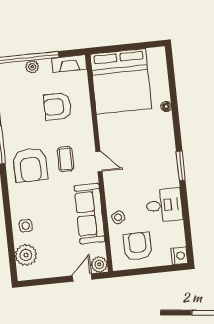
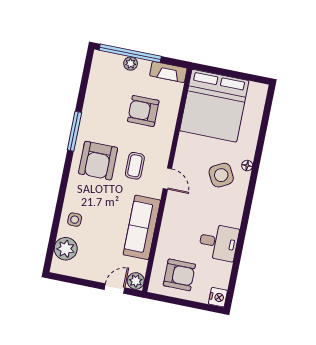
floor lamp: (166, 107) -> (247, 166), moved
window: (181, 166) -> (247, 208), removed
side table: (118, 217) -> (221, 175), moved, width x1.87, depth x1.87
armchair: (137, 246) -> (179, 275), turned 90

